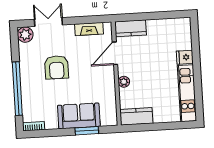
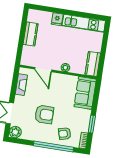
kitchen counter: (131, 28) -> (31, 34), moved
armchair: (37, 100) -> (65, 134), added
sofa: (79, 116) -> (85, 93), moved
window: (87, 131) -> (92, 124), moved

